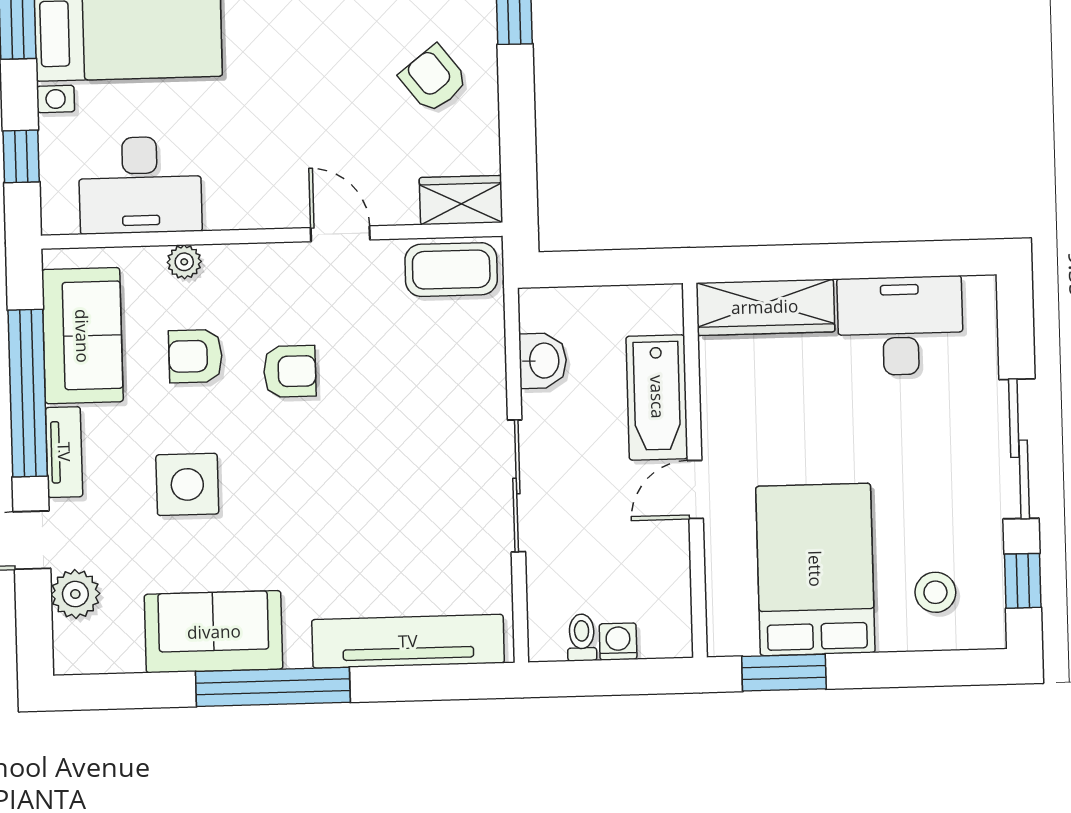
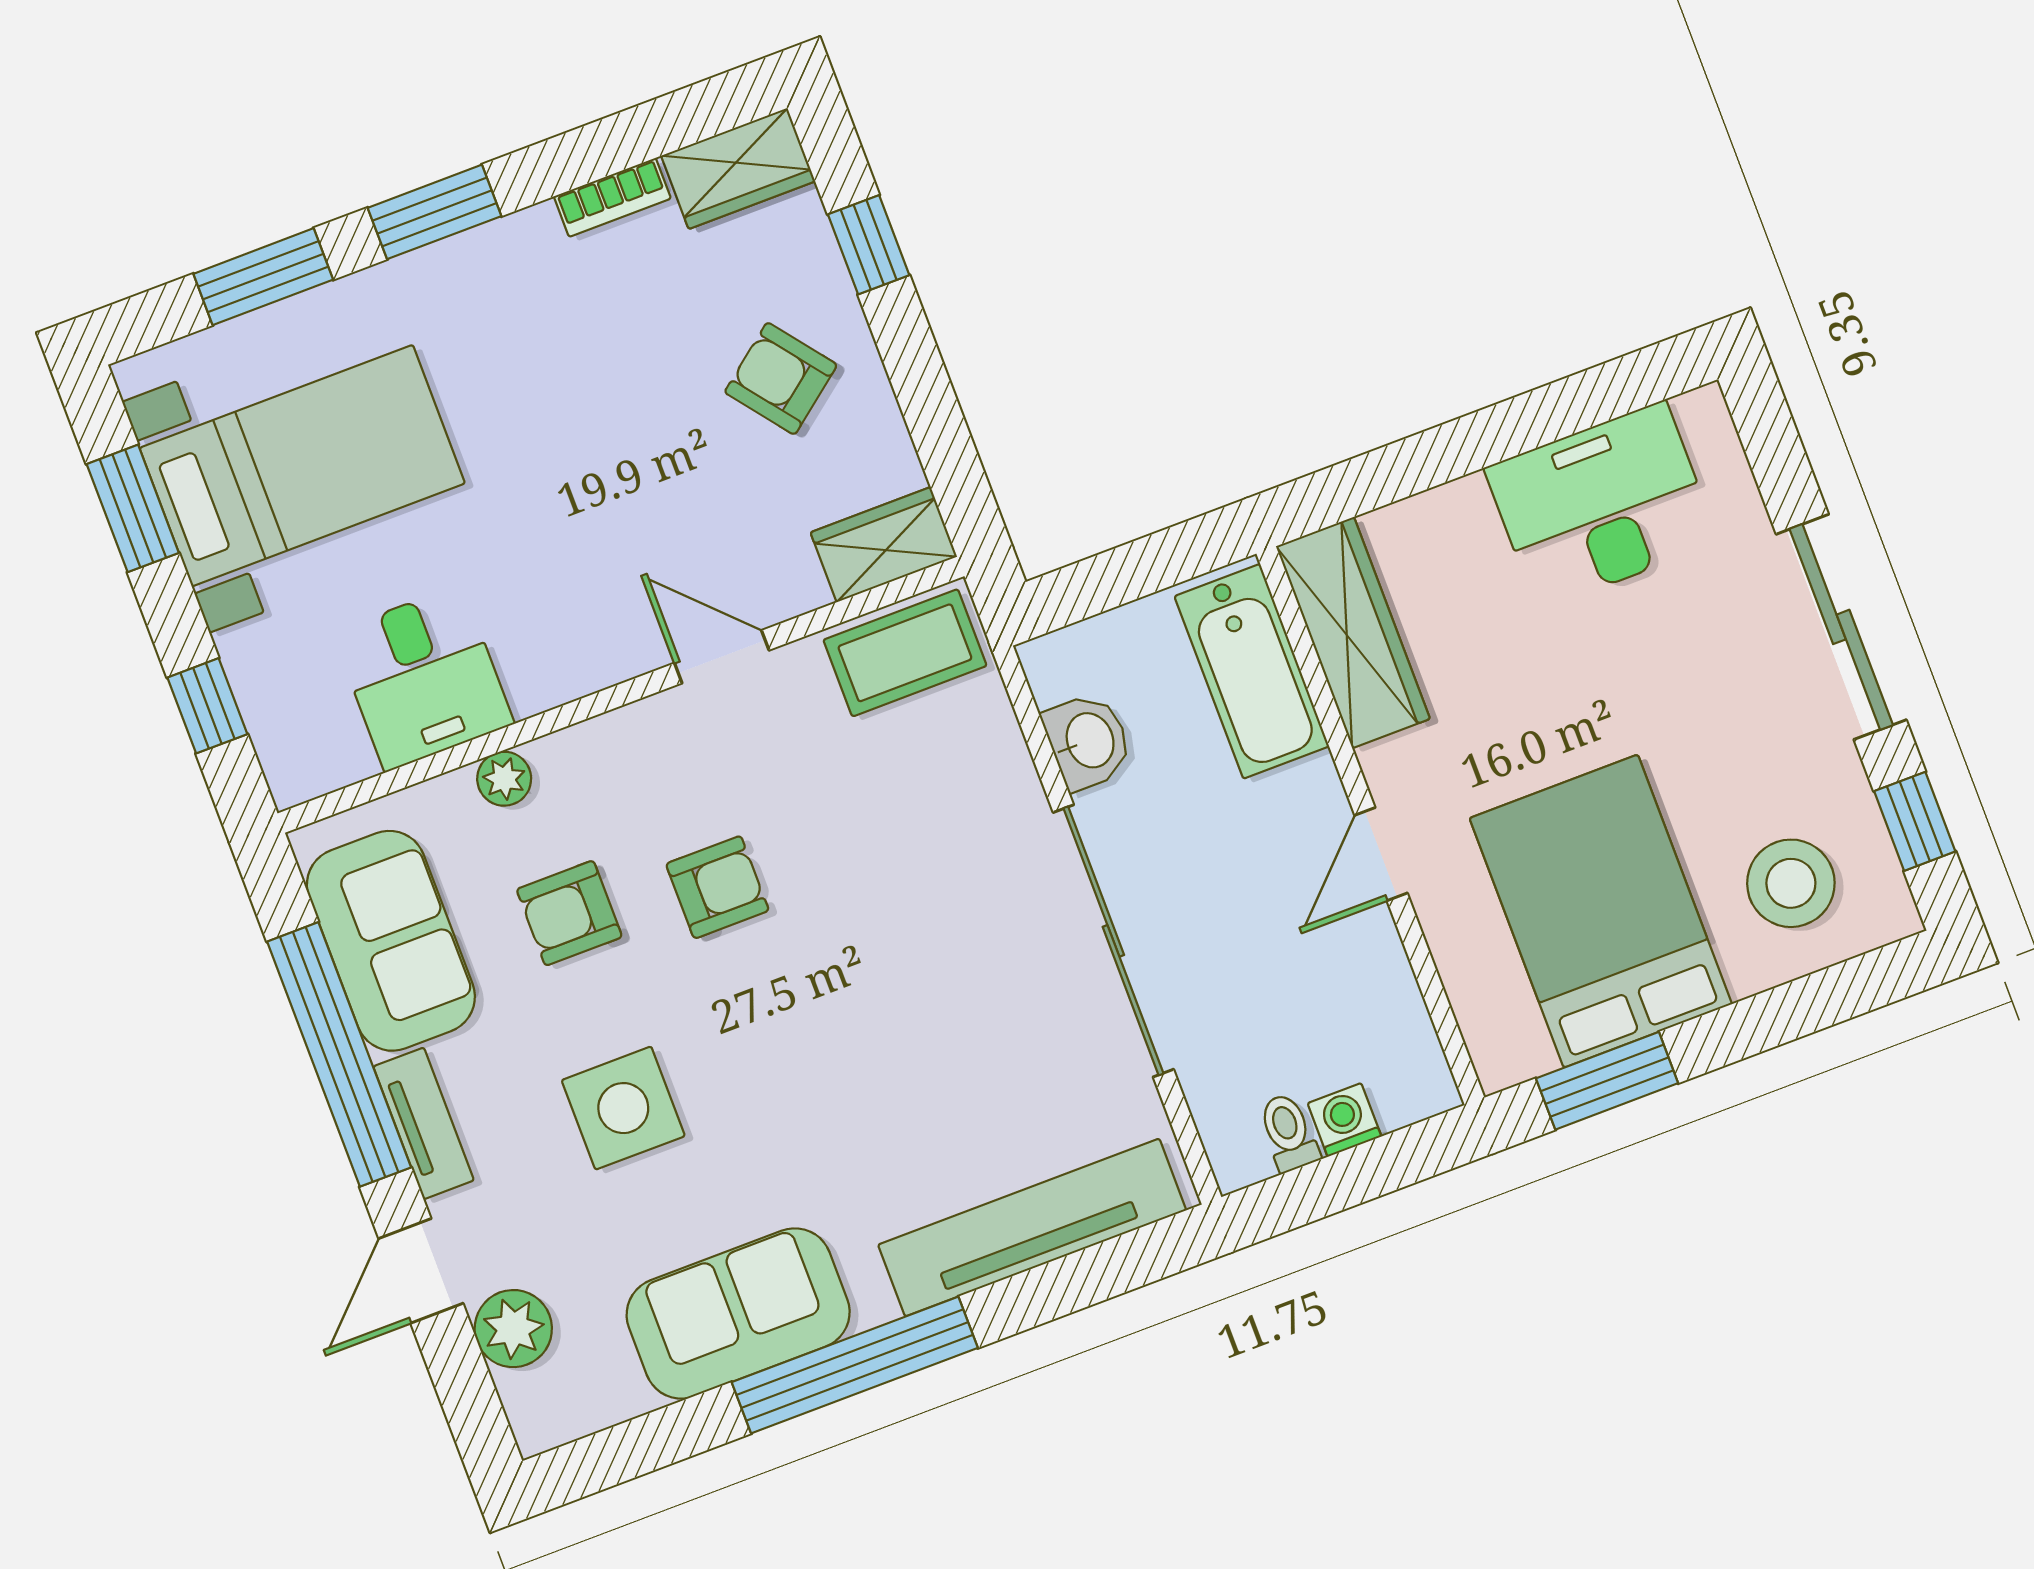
desk: (140, 185) -> (423, 678), width x0.73
wardrobe: (765, 307) -> (1353, 633), moved, turned -90
bathtub: (657, 397) -> (1252, 671), moved
sliding door: (516, 486) -> (1113, 941), width x1.36
stool: (935, 592) -> (1791, 883), width x1.38, depth x1.38

